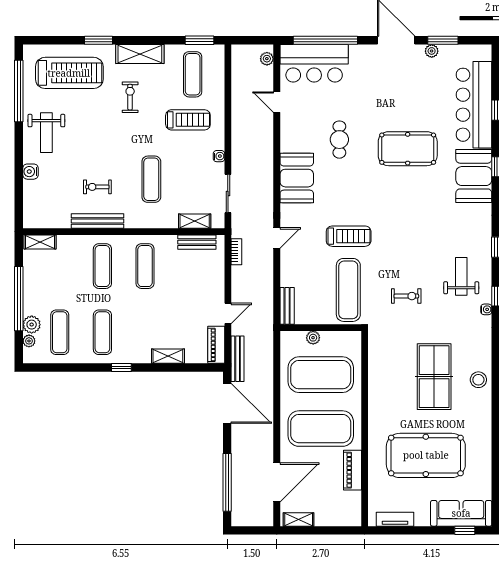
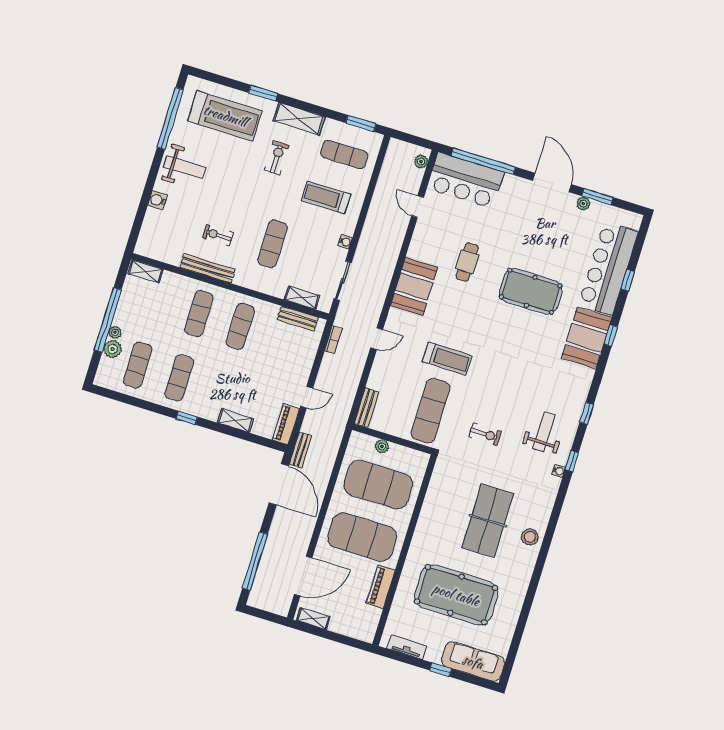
exercise mat: (193, 74) -> (344, 154), turned 90
treadmill: (188, 120) -> (326, 197), turned 180
weight bench: (46, 133) -> (185, 167), turned -90
plant: (29, 341) -> (115, 332), moved
bench: (238, 359) -> (300, 450), width x0.73
window: (465, 530) -> (441, 670), moved

